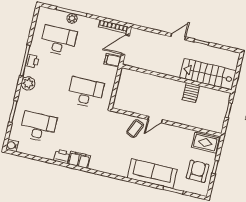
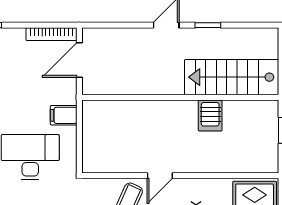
filing cabinet: (113, 60) -> (64, 115), moved

